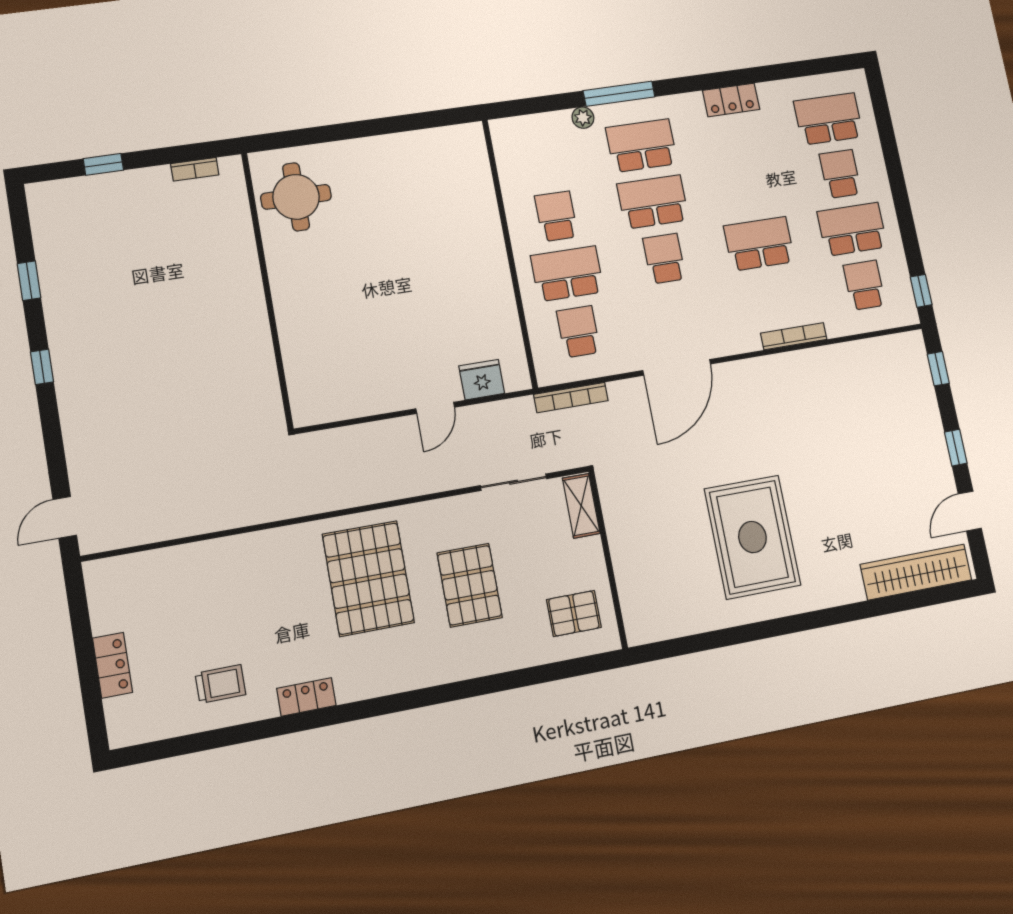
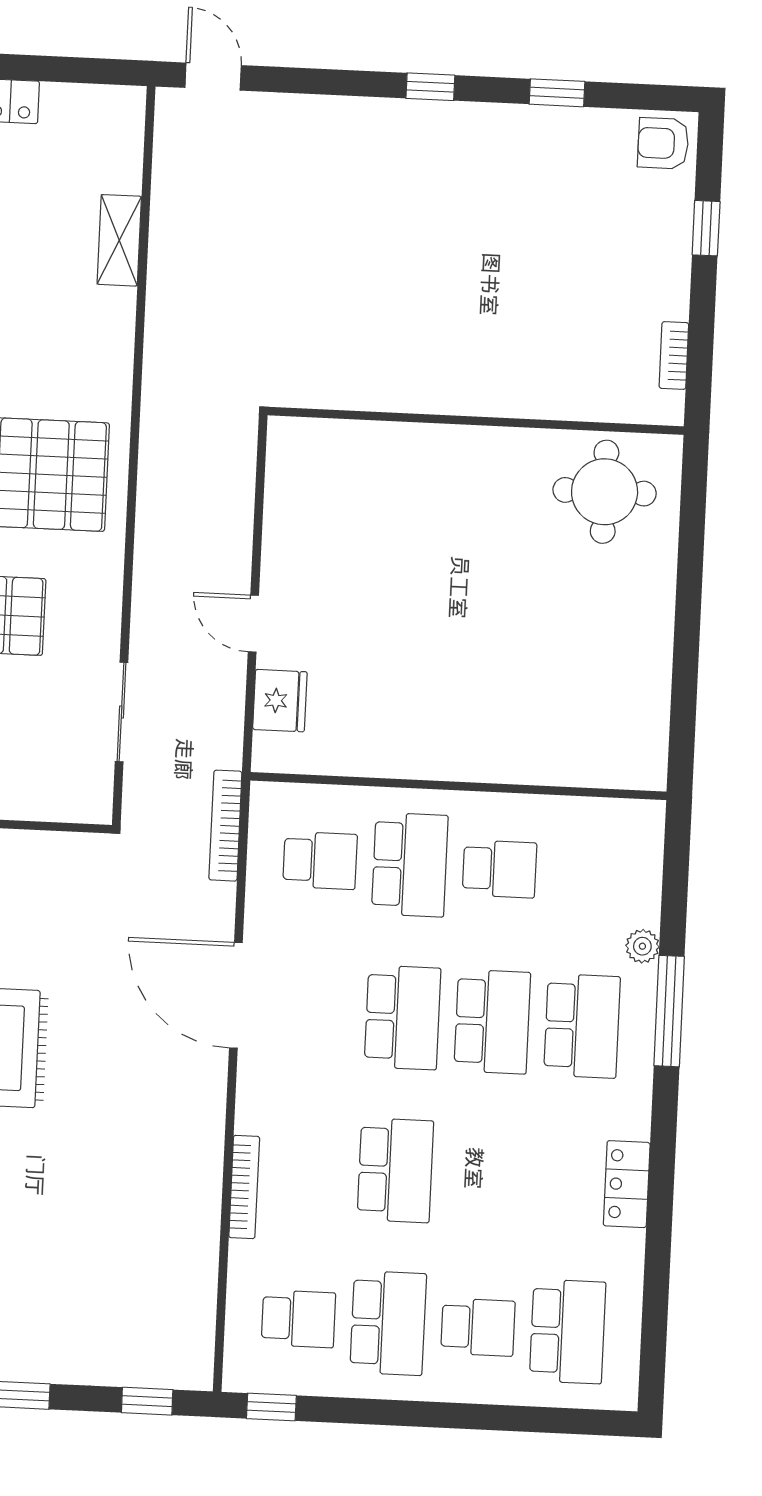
armchair: (50, 203) -> (663, 143), added
school desk: (664, 259) -> (403, 1017), width x1.85
shelving: (581, 506) -> (119, 240), moved, turned 90

